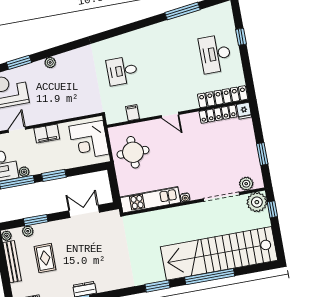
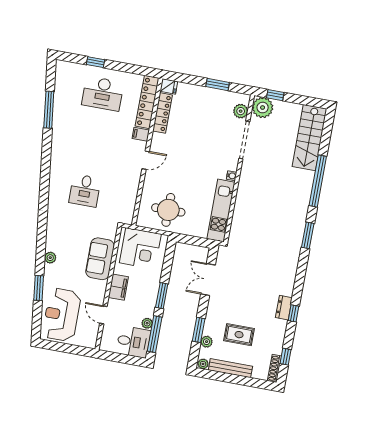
sofa: (66, 108) -> (100, 259), added
filing cabinet: (133, 113) -> (141, 134), moved
stairs: (219, 253) -> (309, 138), width x0.54, depth x0.66

